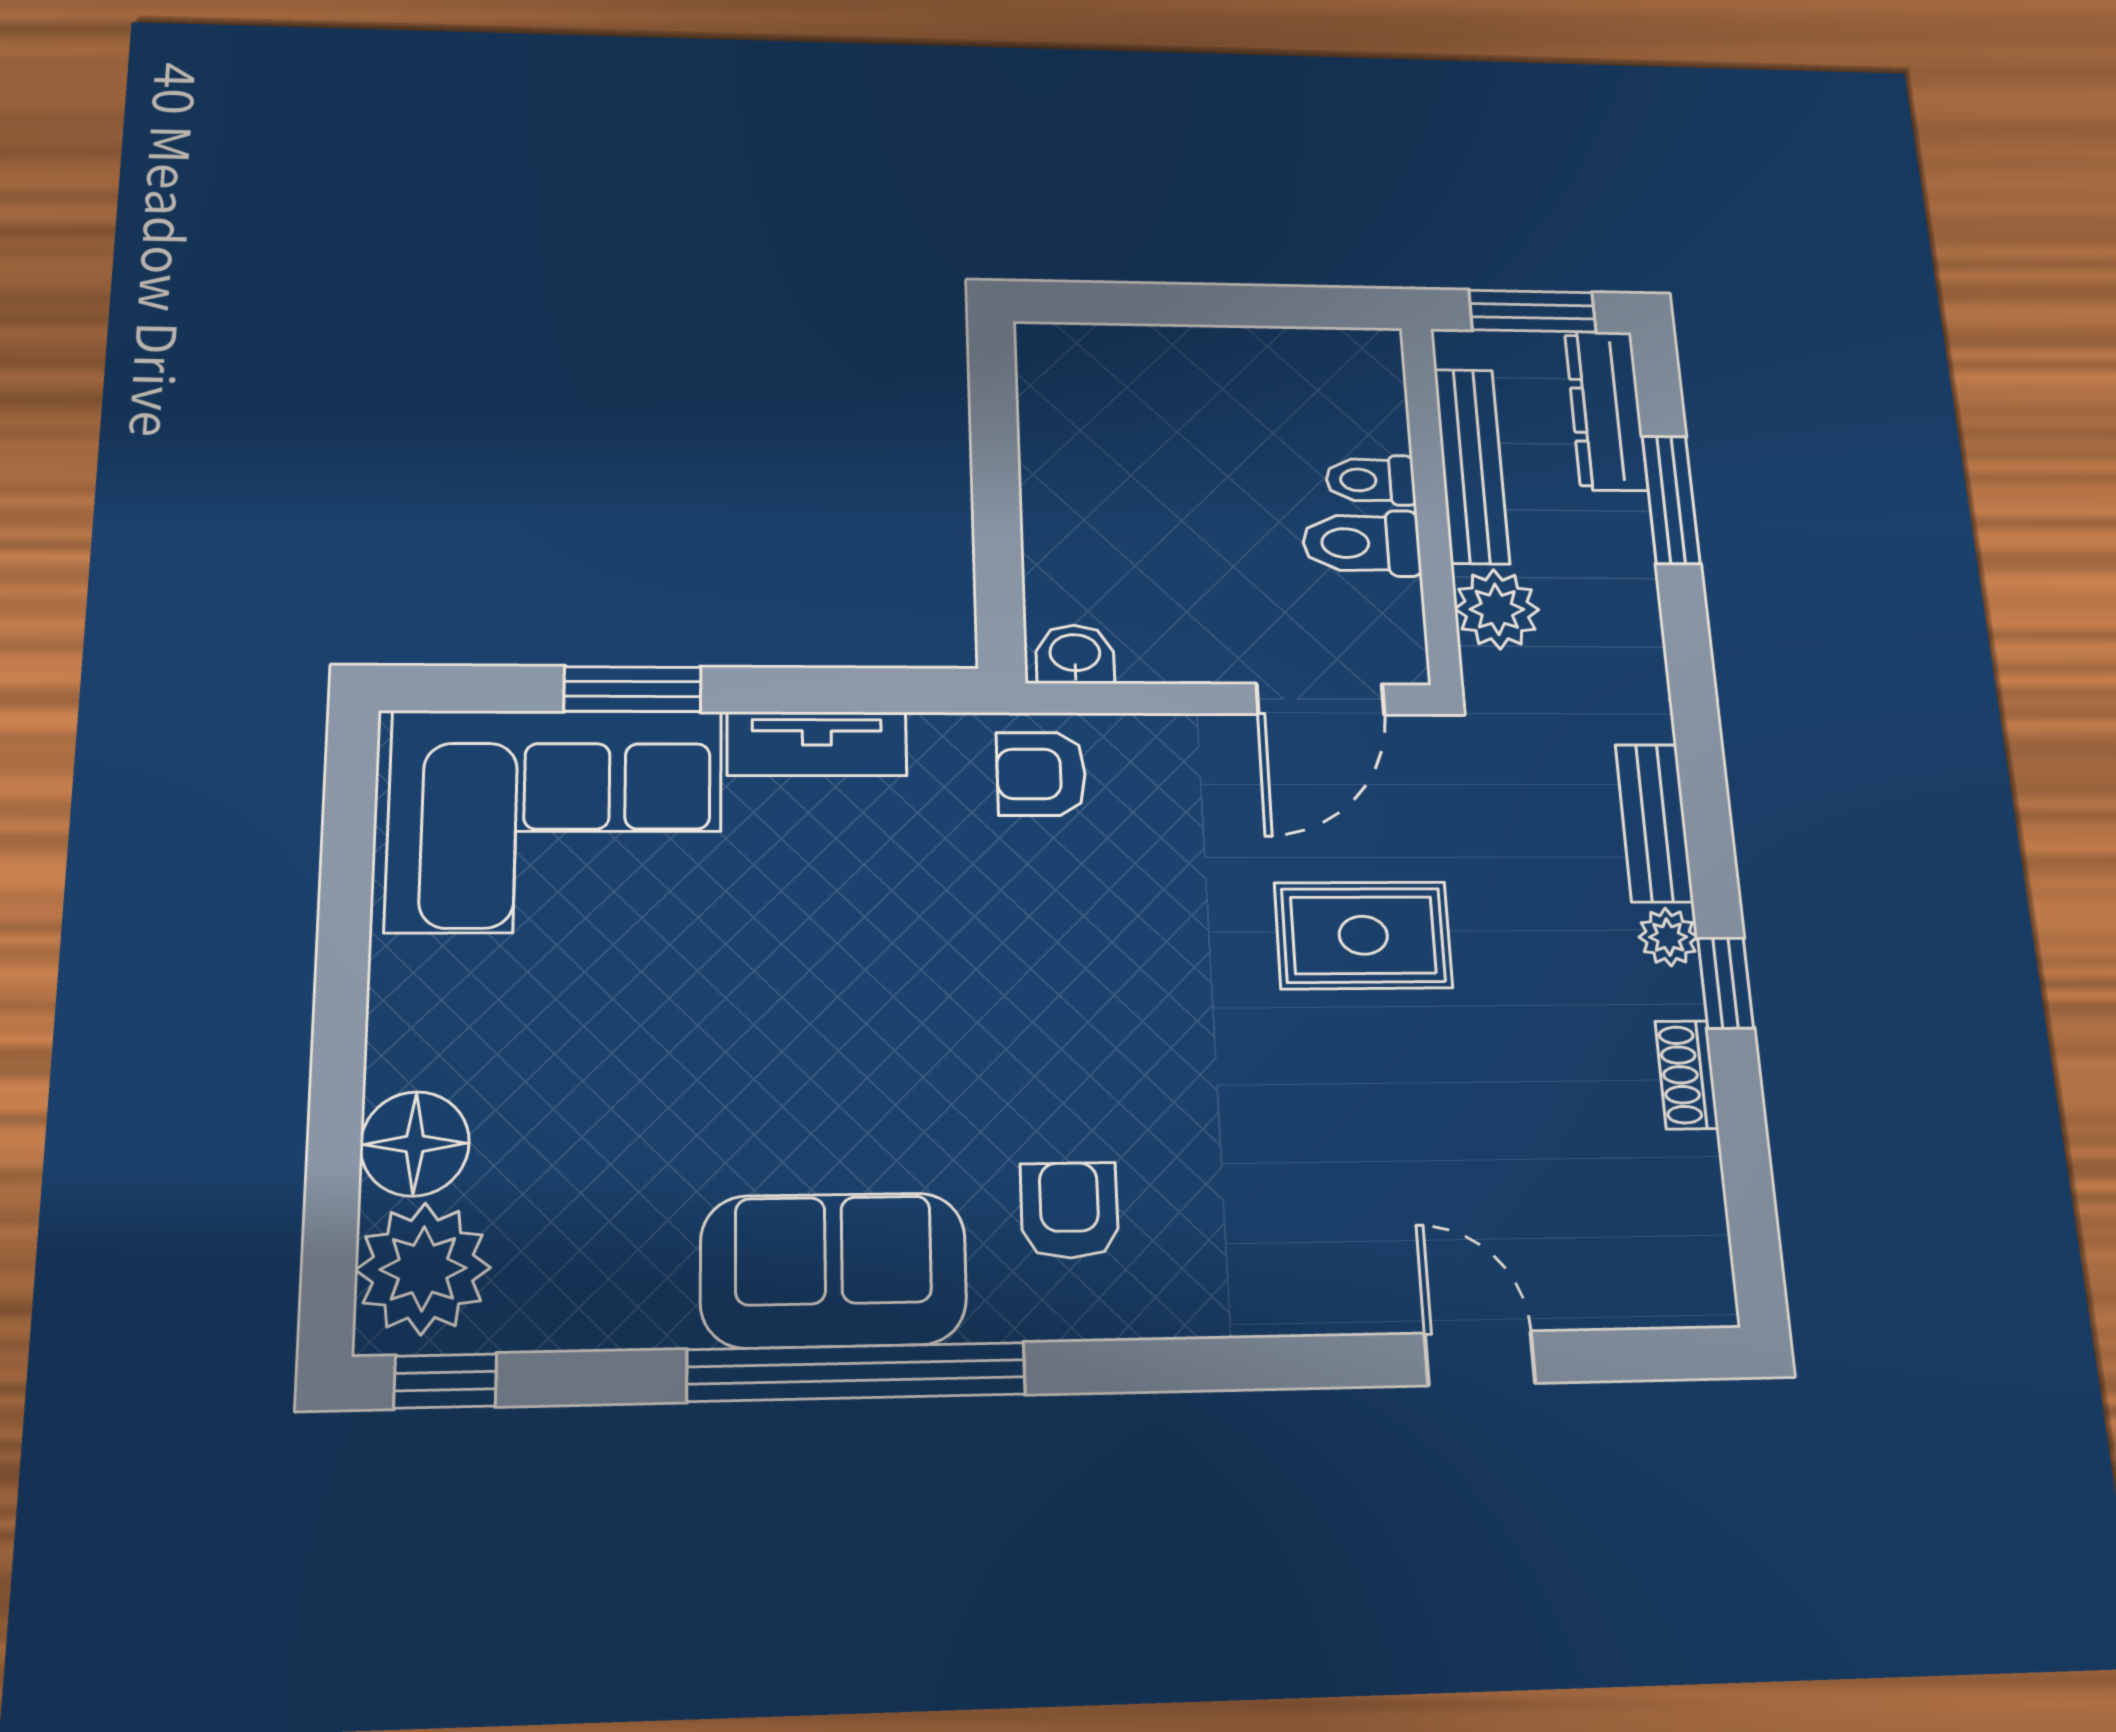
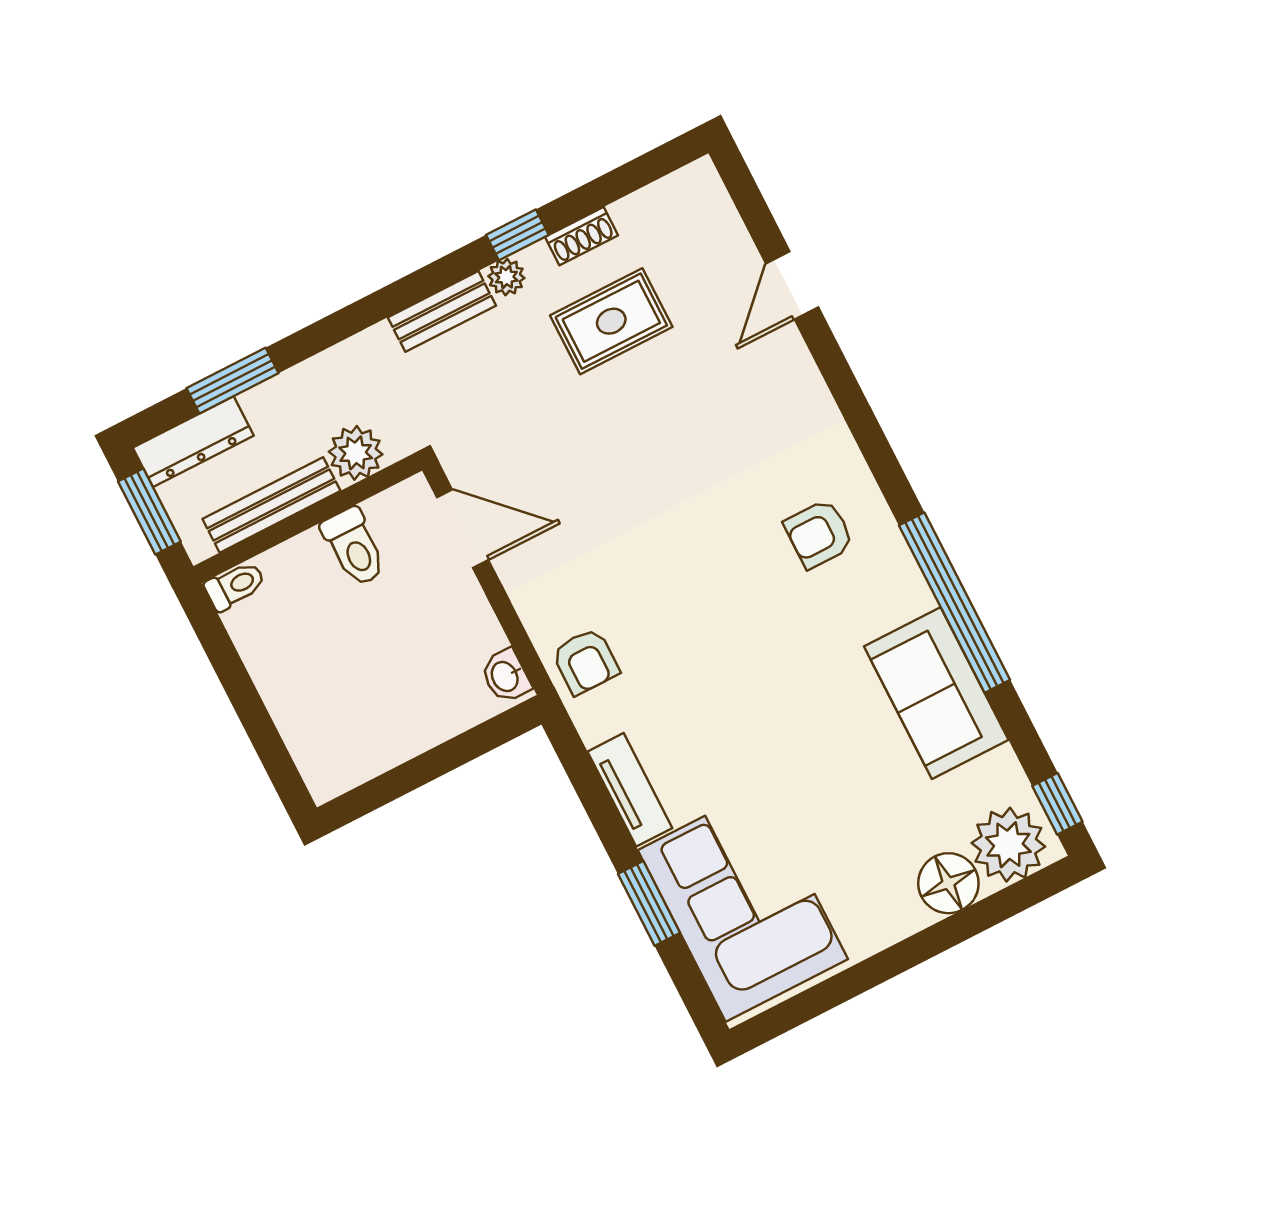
toilet: (1371, 480) -> (235, 586), moved, turned -90
rug: (1363, 935) -> (611, 321), moved, turned 90
sofa: (834, 1270) -> (936, 693), moved

